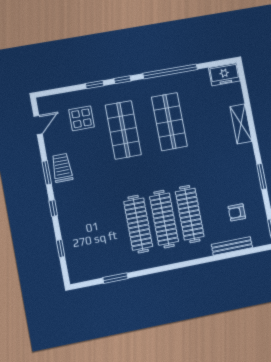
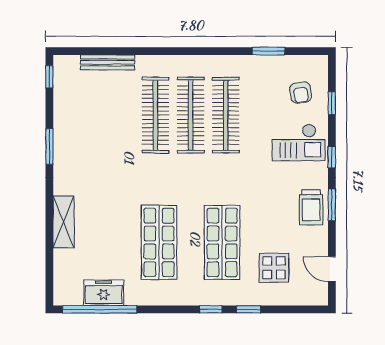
window: (170, 71) -> (100, 309), moved
freezer: (224, 74) -> (104, 293), moved
door: (38, 125) -> (332, 269), hinge flipped
armchair: (237, 212) -> (301, 93), moved, turned 82
checkout: (80, 214) -> (299, 142), added

